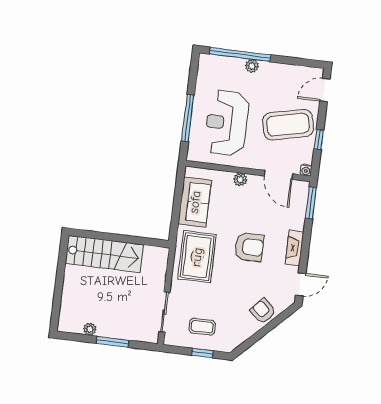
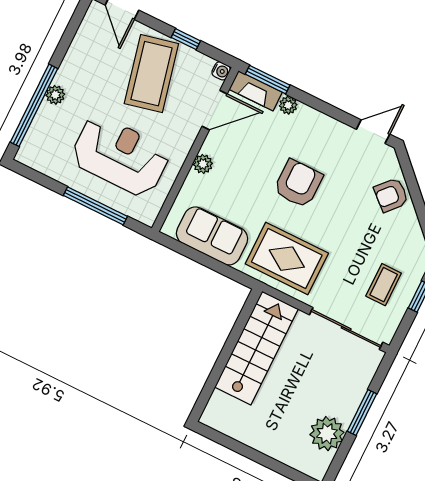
reception desk: (227, 123) -> (120, 156), turned 180
plant: (299, 222) -> (288, 105), added
fireplace: (294, 248) -> (256, 91), moved
stairs: (104, 254) -> (257, 348), moved
door: (301, 284) -> (373, 132), hinge flipped
sliding door: (164, 312) -> (346, 328), width x1.37
plant: (90, 329) -> (327, 434), width x1.88, depth x1.88

